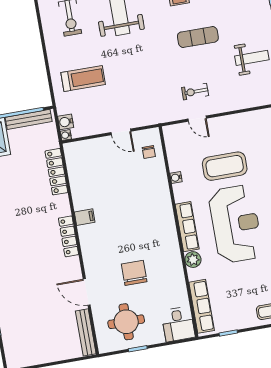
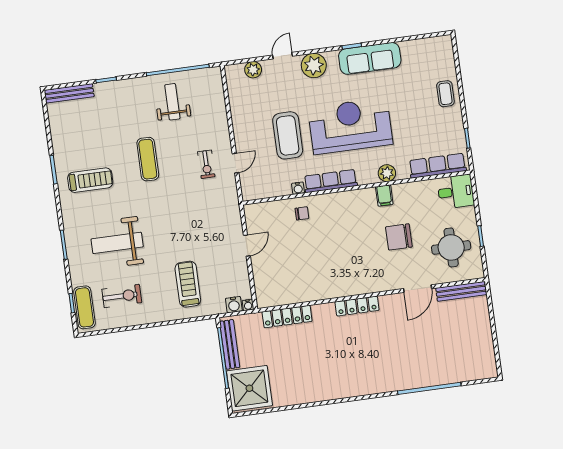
chair: (149, 152) -> (302, 213), moved
filing cabinet: (85, 217) -> (384, 196), moved, turned 180
row of seats: (187, 227) -> (331, 181), moved

